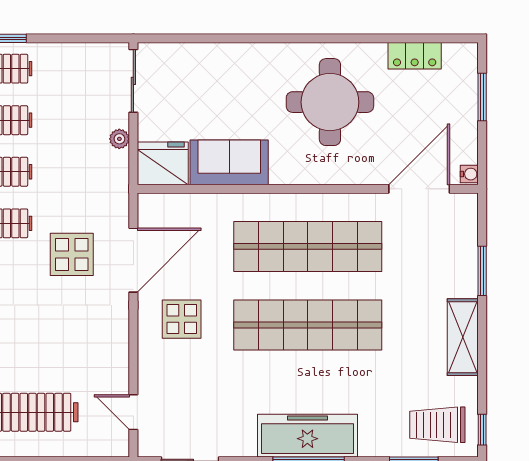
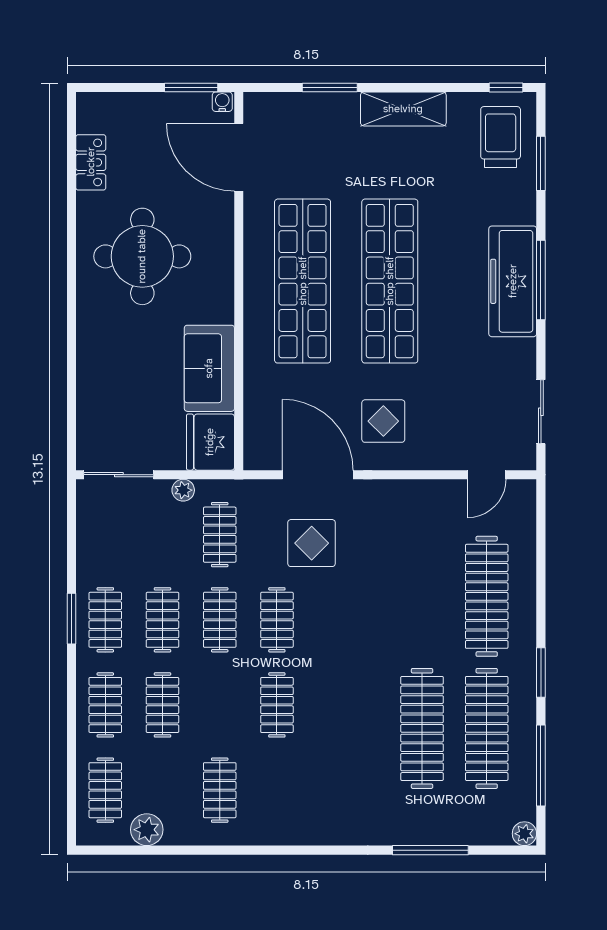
window: (482, 97) -> (191, 87), moved
clothes rail: (79, 172) -> (220, 535), added
trolley: (437, 425) -> (501, 137), turned 180

